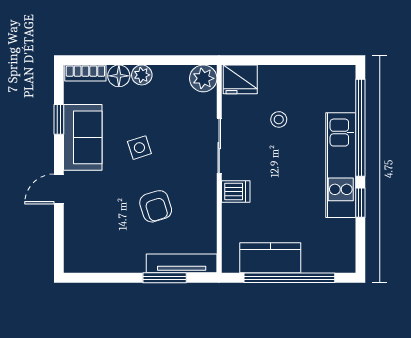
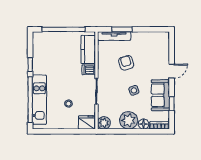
plant: (142, 75) -> (129, 120), width x1.87, depth x1.87
kitchen unit: (341, 165) -> (39, 100), moved
kitchen counter: (270, 258) -> (88, 50), moved, turned 90

